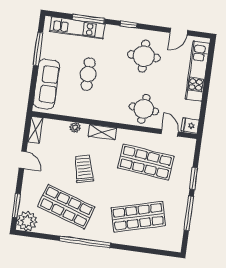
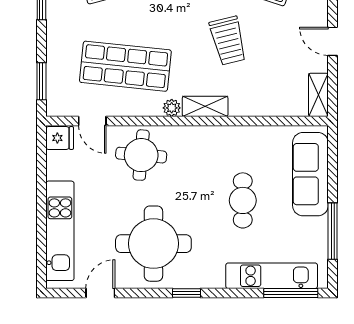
window: (88, 19) -> (291, 293), moved
round table: (144, 56) -> (153, 244), width x1.36, depth x1.36
plant: (75, 128) -> (172, 108), moved
window: (194, 178) -> (41, 81), moved

